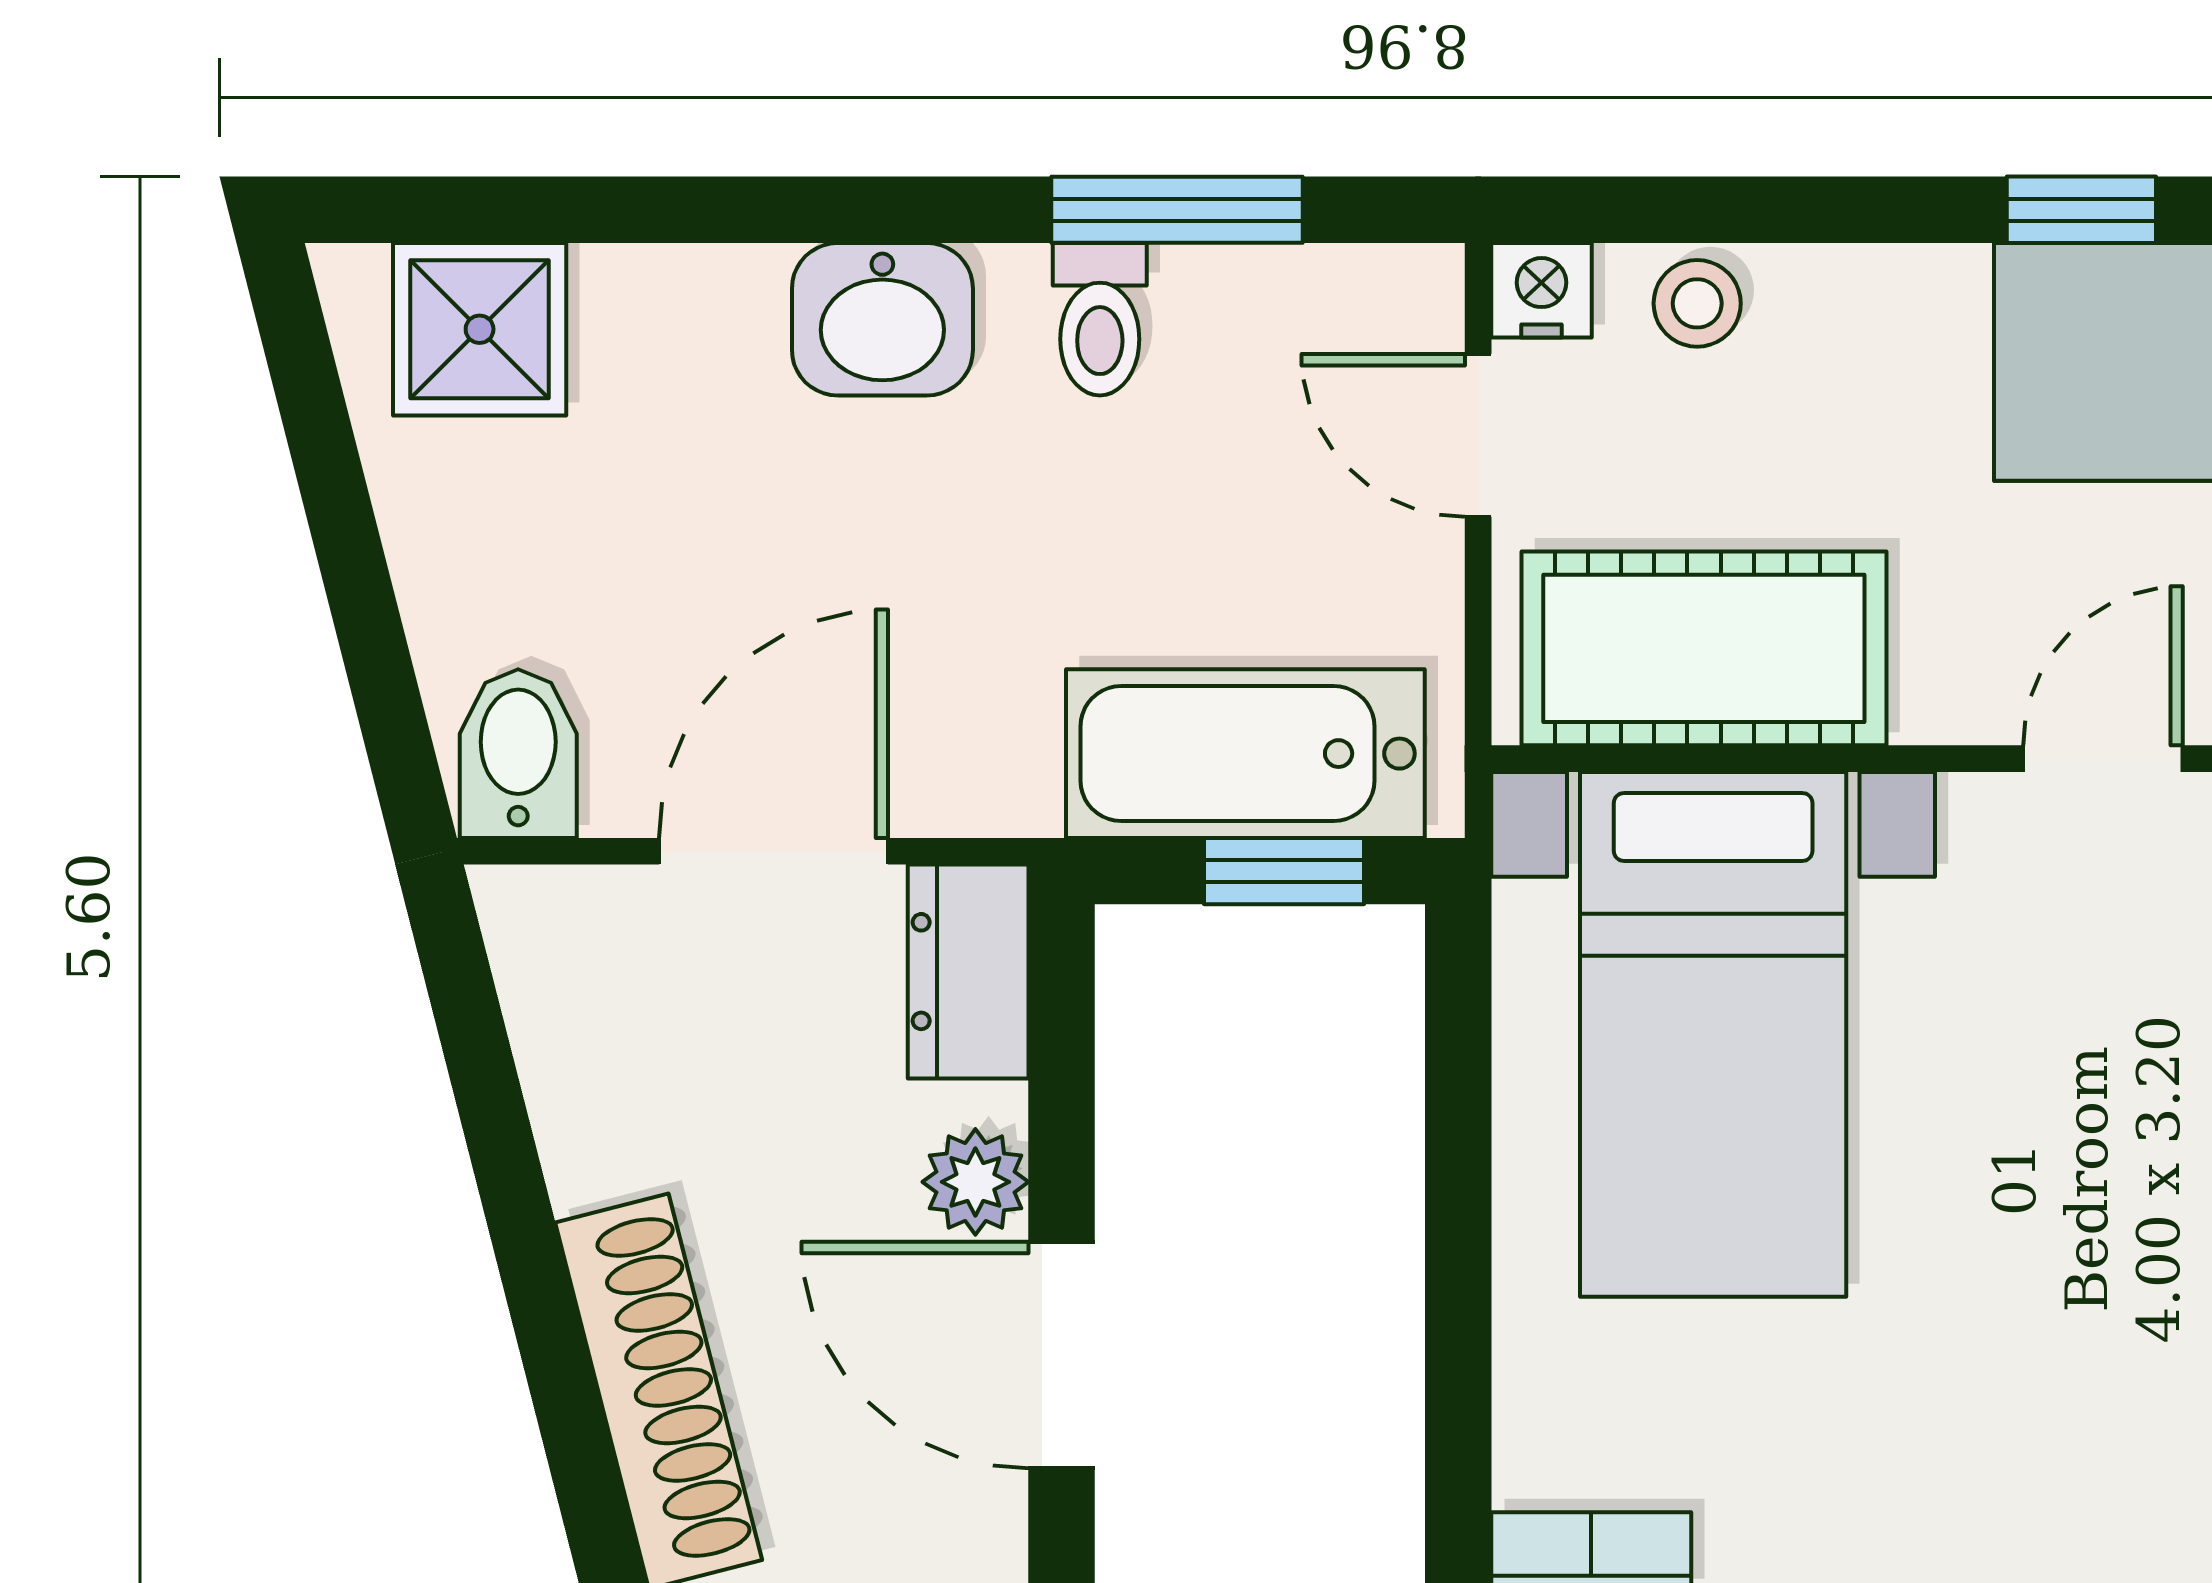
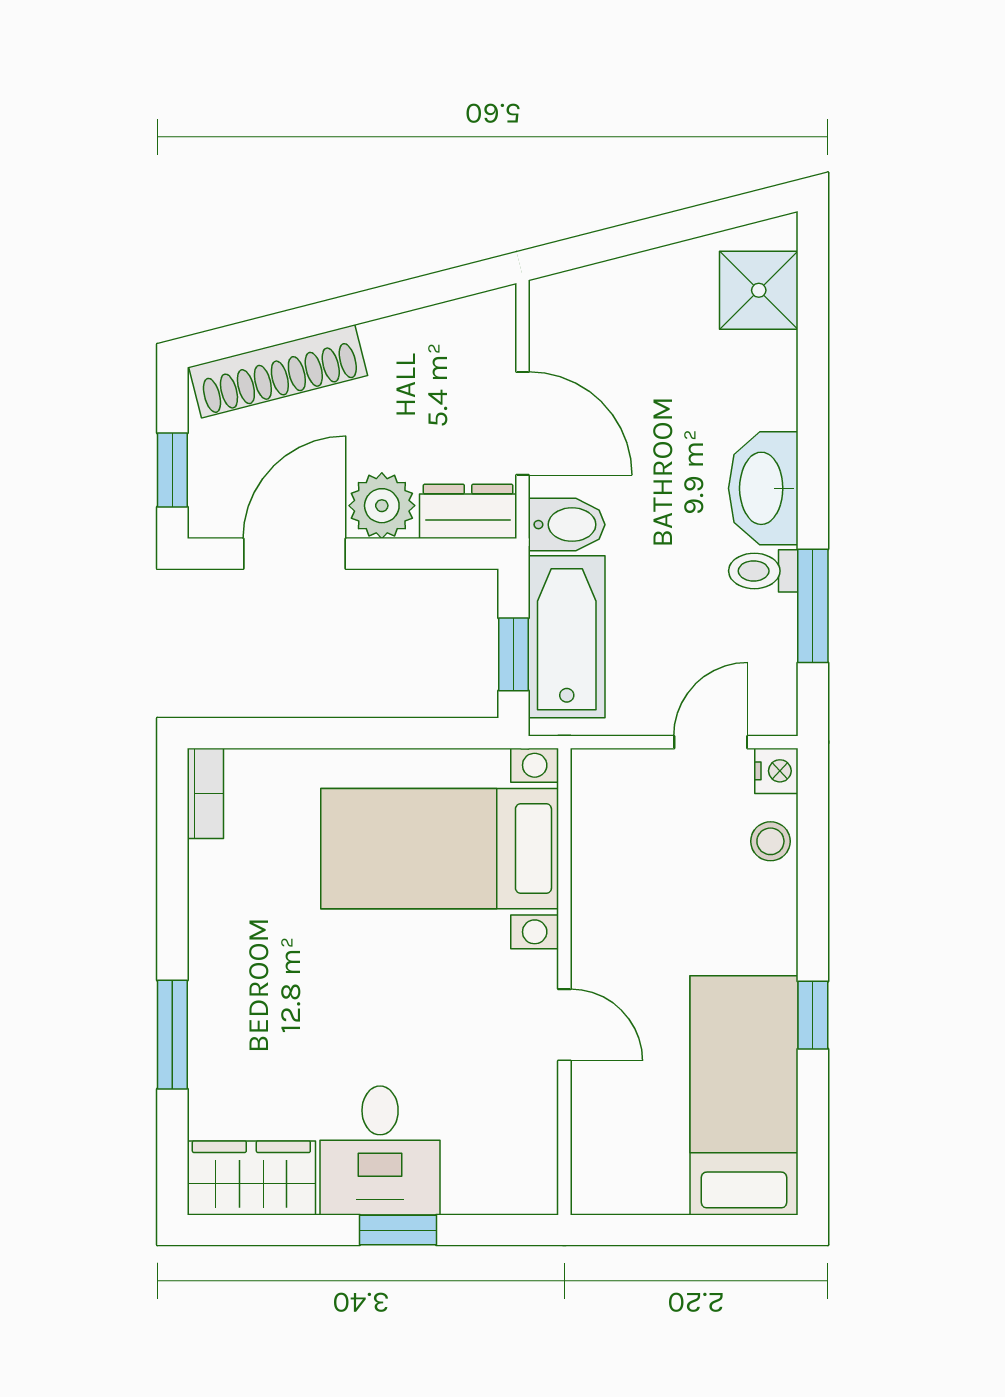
washbasin: (882, 319) -> (763, 488), width x1.38
cot: (1704, 648) -> (614, 844), removed
bidet: (518, 754) -> (567, 525), moved
plant: (975, 1182) -> (382, 506), width x1.38, depth x1.38

